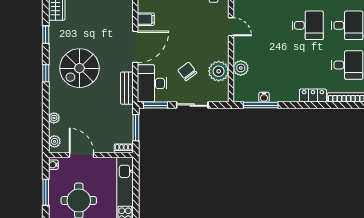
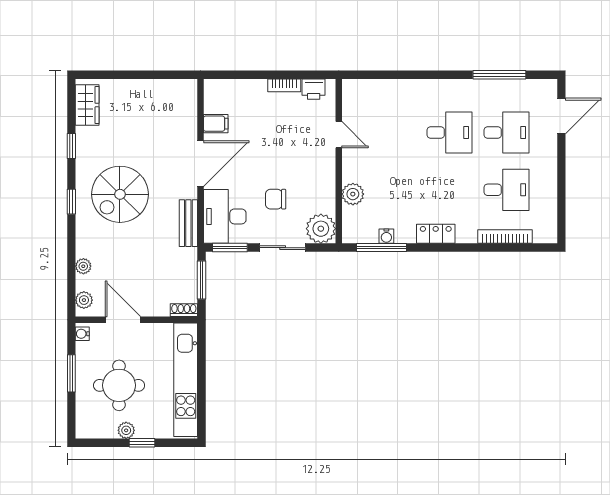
chair: (187, 71) -> (276, 199), turned -53
plant: (219, 71) -> (321, 229), moved
locker: (313, 95) -> (436, 234), moved

